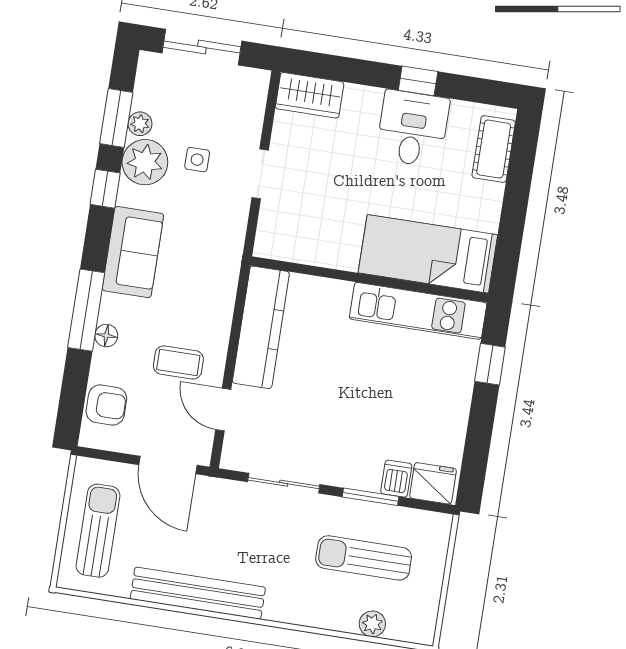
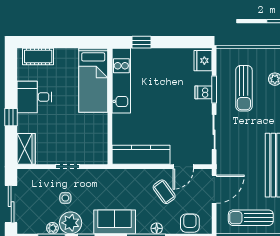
window: (418, 81) -> (11, 117), moved
coffee table: (178, 363) -> (164, 192), turned -36
dishwasher: (396, 479) -> (203, 92), moved

